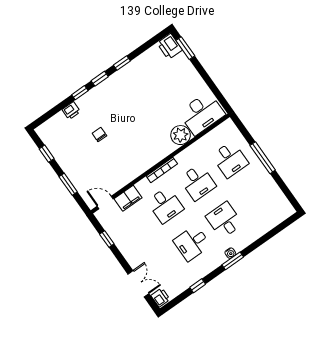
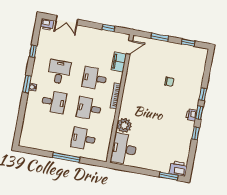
printer: (71, 111) -> (191, 115), moved

